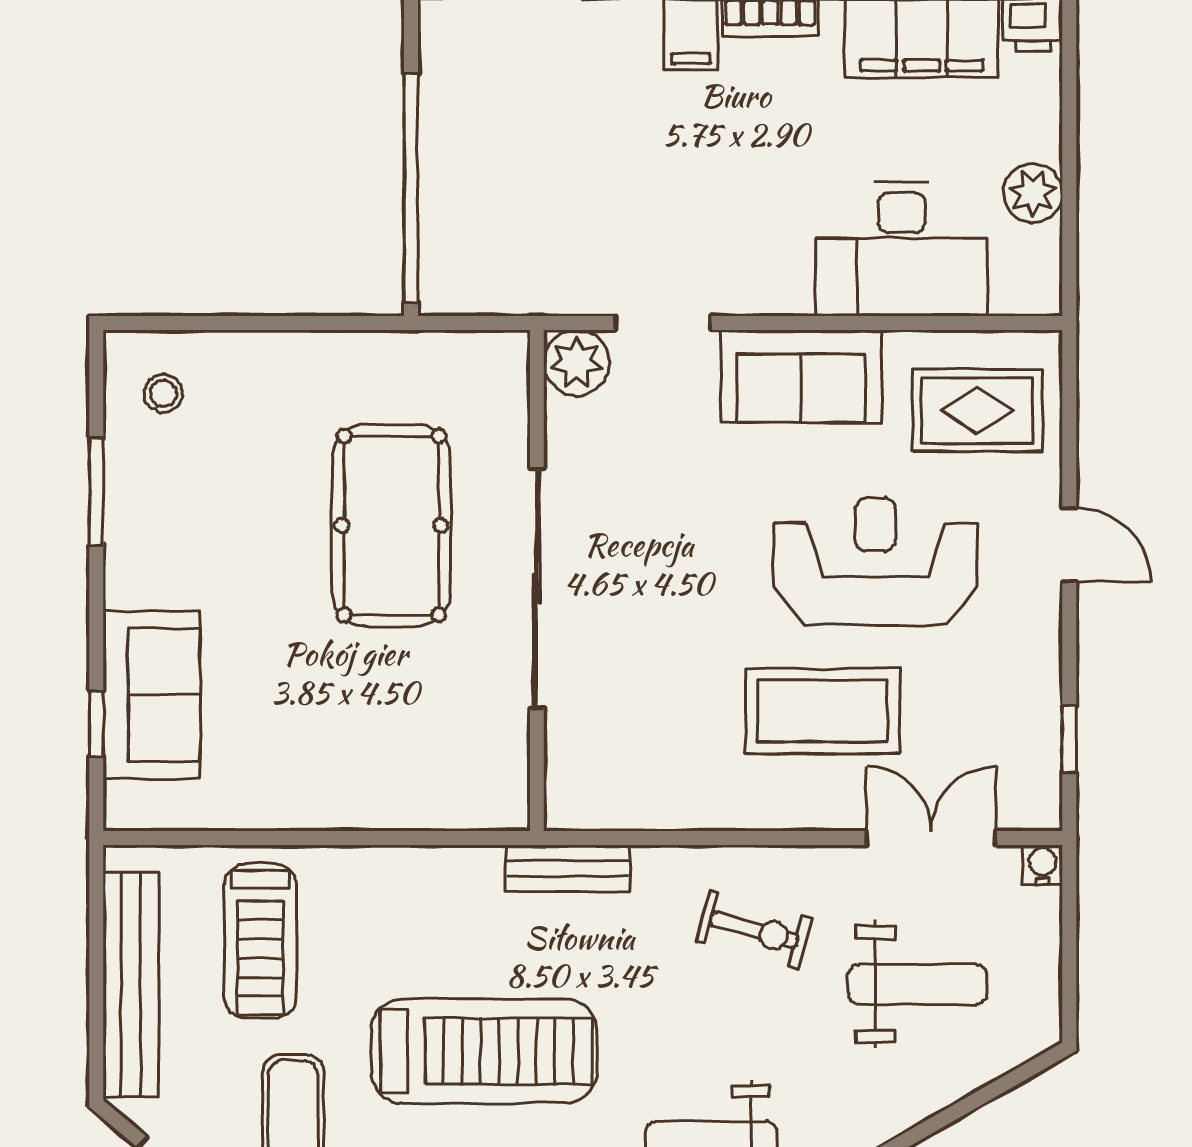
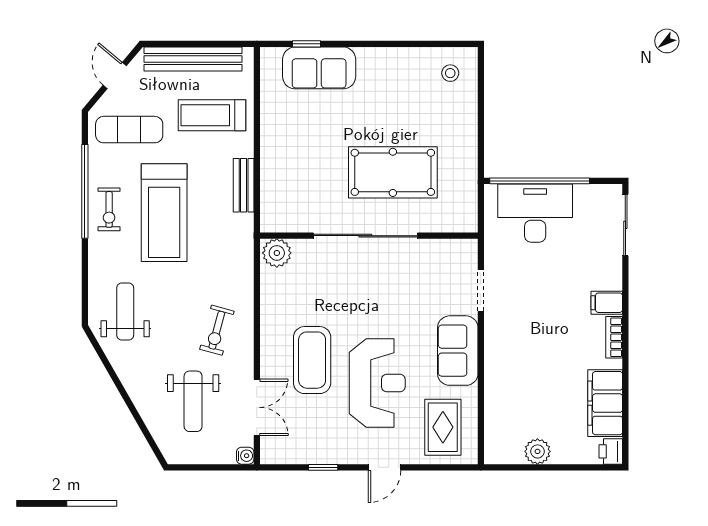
desk: (902, 249) -> (535, 213), moved, turned 90
plant: (577, 363) -> (277, 253), moved
window: (96, 491) -> (408, 44), removed
window: (1069, 739) -> (323, 467), moved
bench: (567, 868) -> (244, 185), moved

